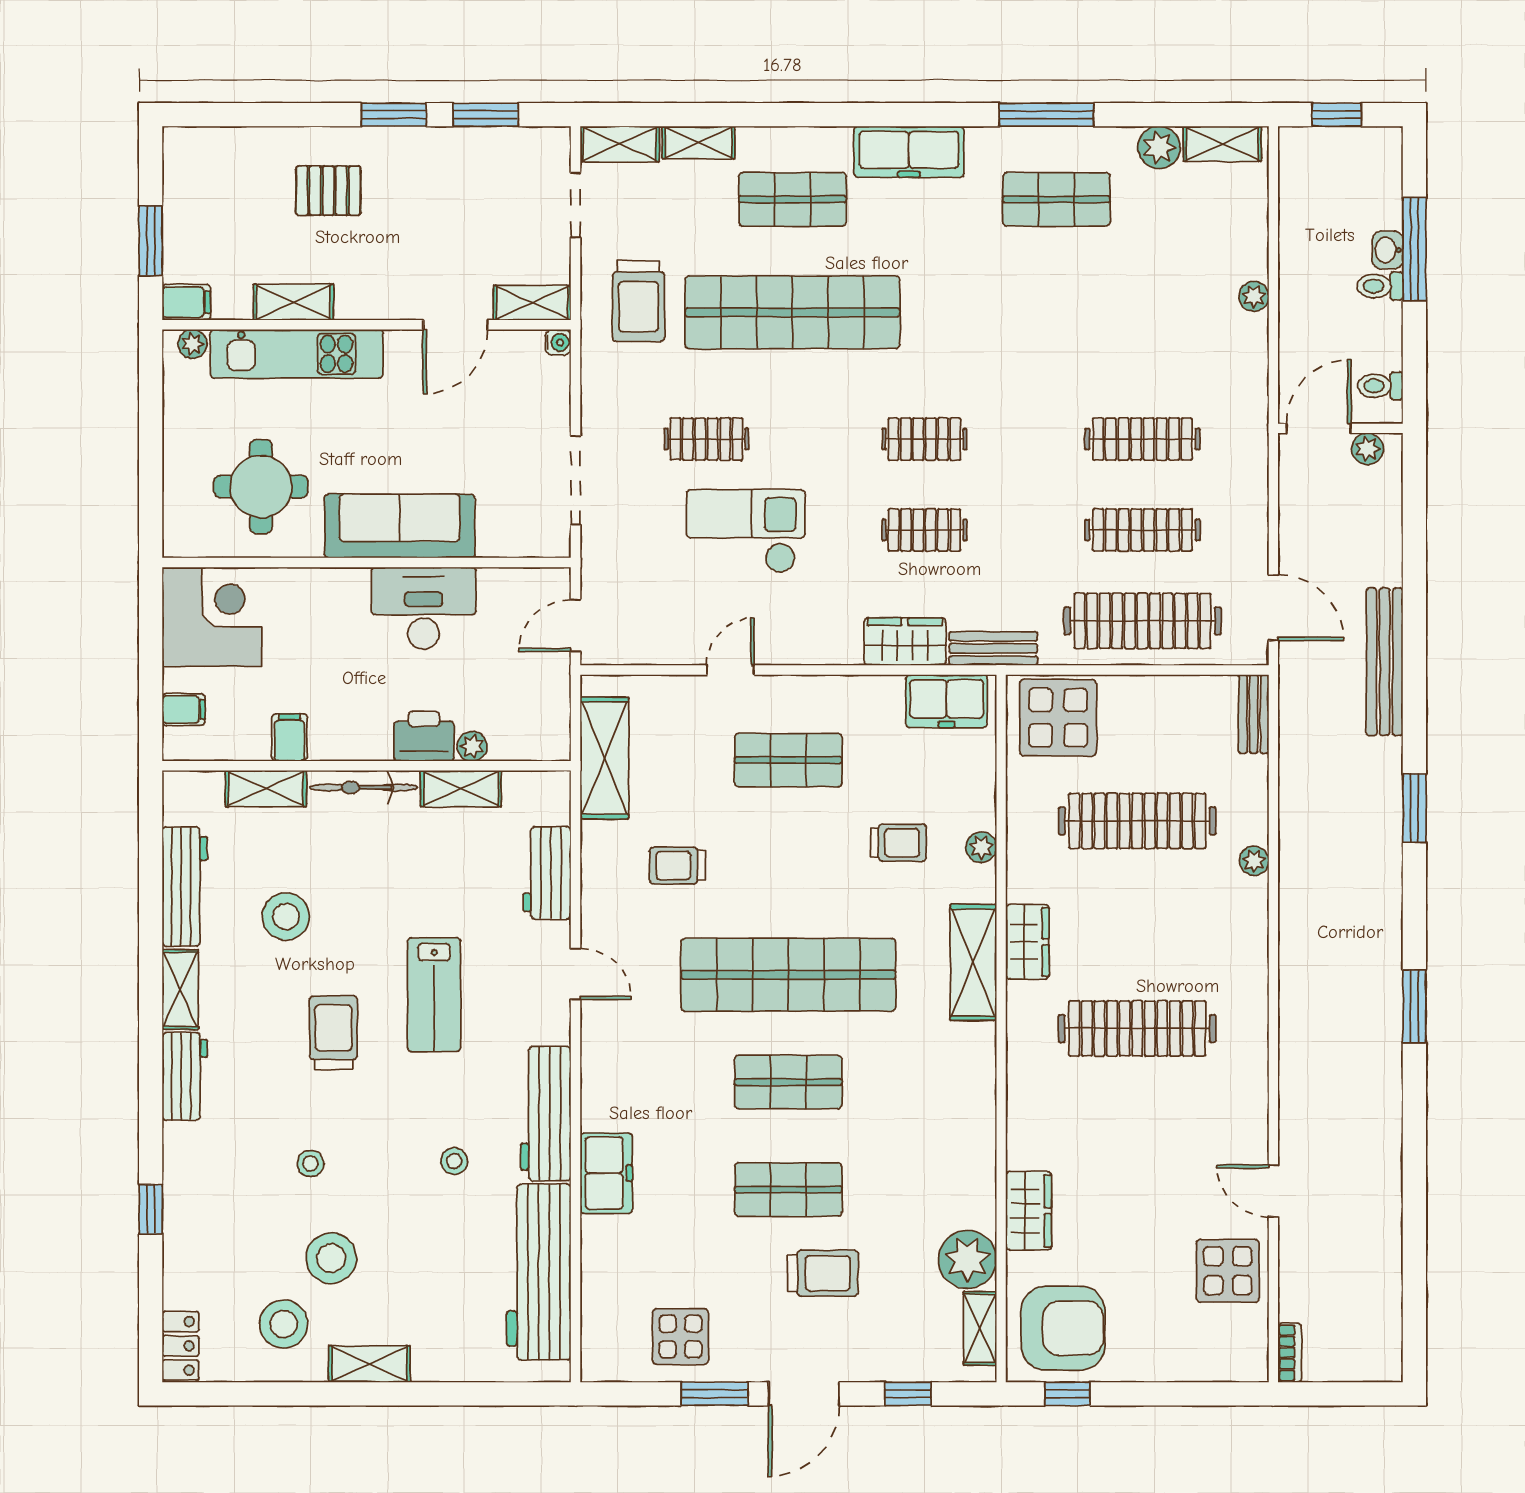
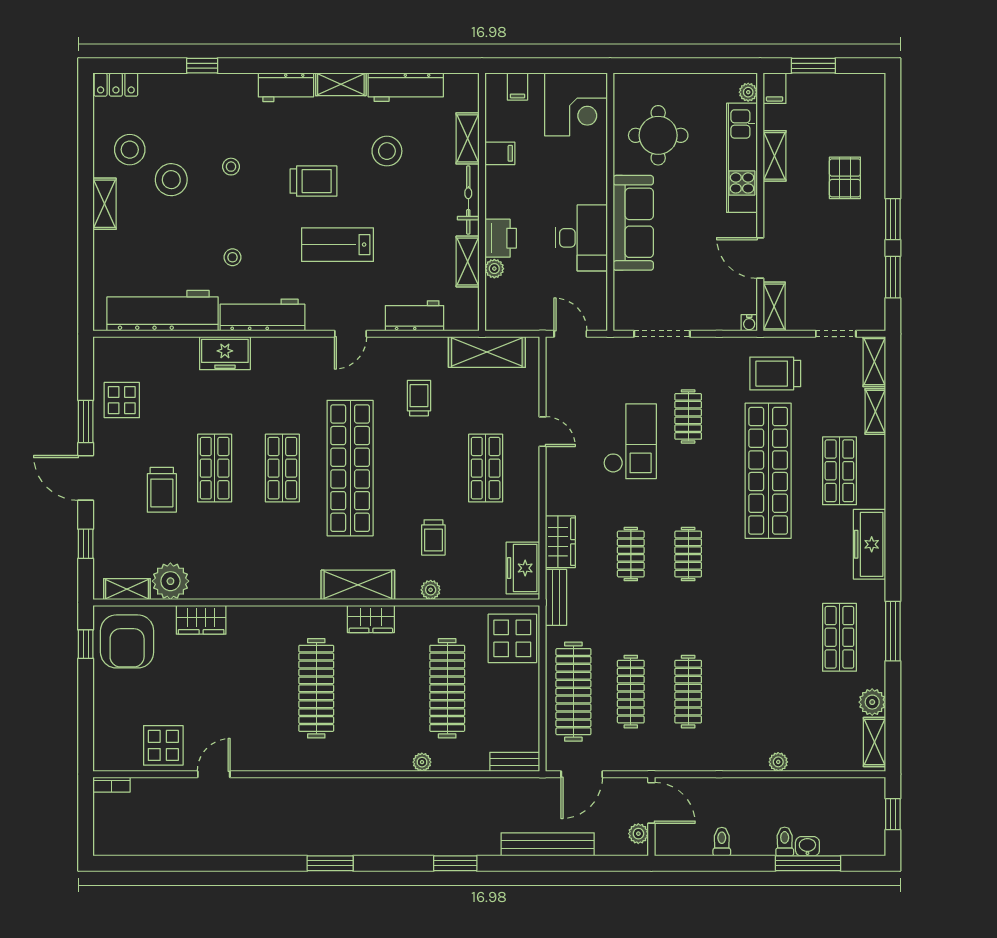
door: (1319, 428) -> (651, 803), moved
wall: (1340, 428) -> (651, 817), moved
plant: (1368, 449) -> (638, 834), moved

